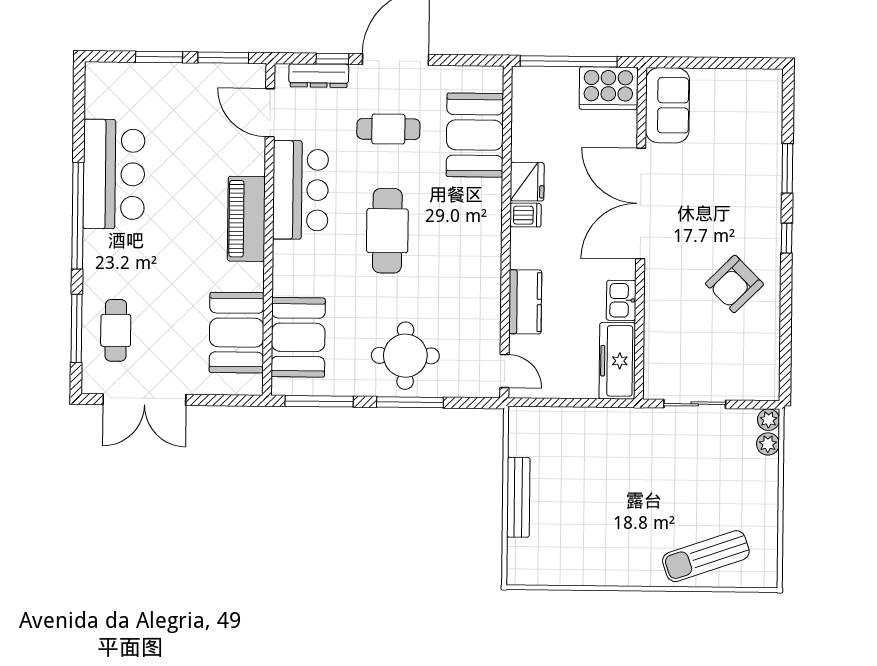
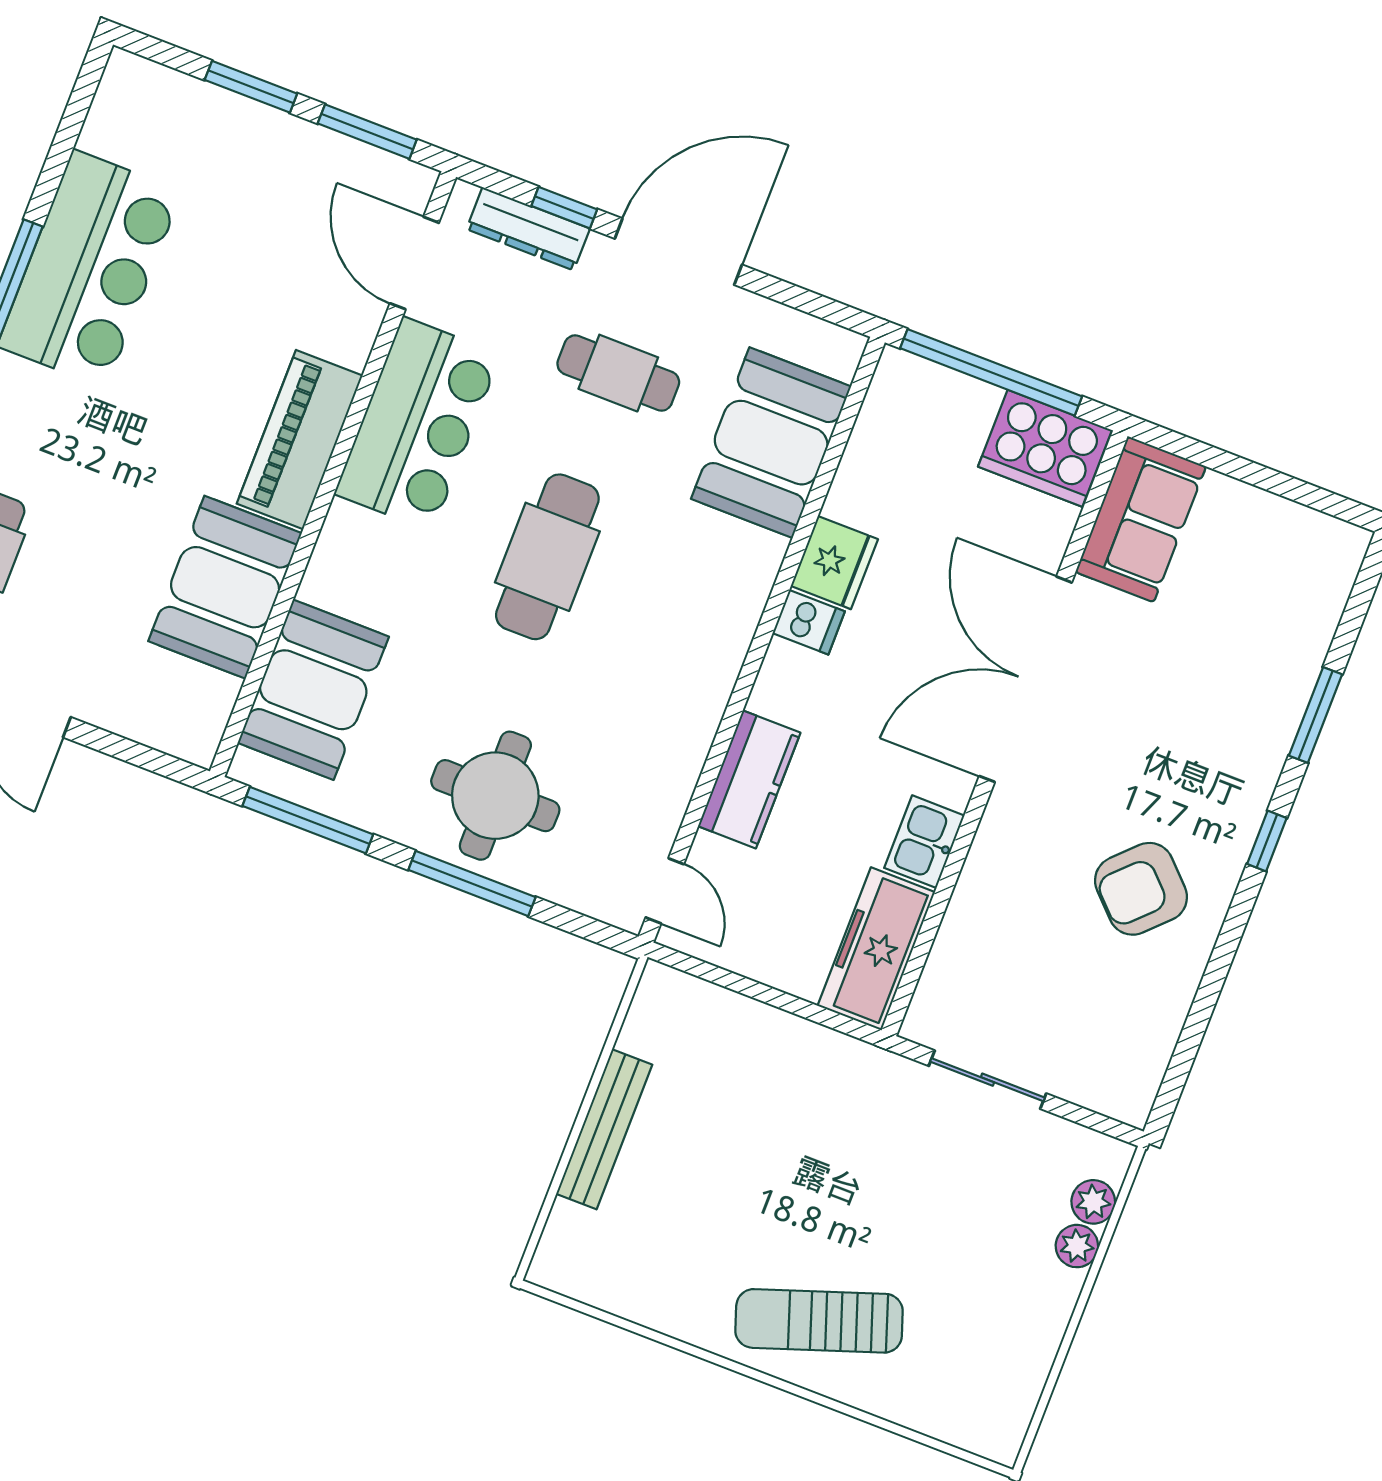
booth: (237, 333) -> (225, 587), moved
plant: (769, 420) -> (1077, 1246), moved
sun lounger: (706, 556) -> (819, 1321), moved

